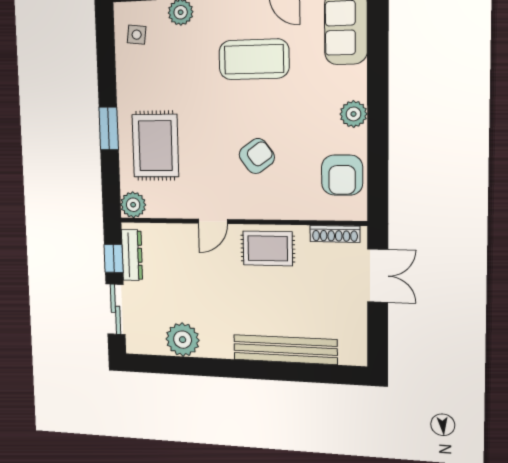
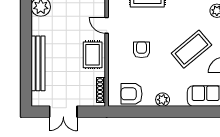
coffee table: (254, 59) -> (191, 49), turned 50
armchair: (257, 156) -> (142, 50), turned -144
double door: (378, 276) -> (63, 112), moved

